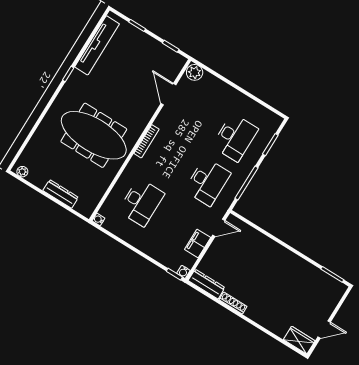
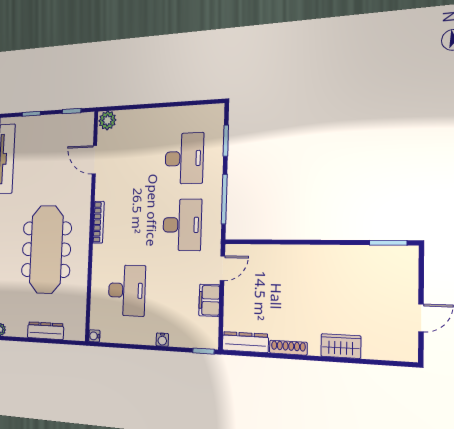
meeting table: (94, 135) -> (46, 249), turned 90
water cooler: (183, 272) -> (162, 340), moved
wardrobe: (299, 340) -> (341, 346), moved

